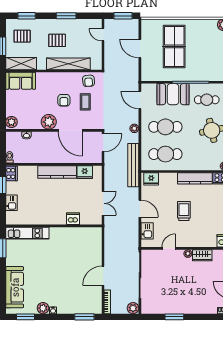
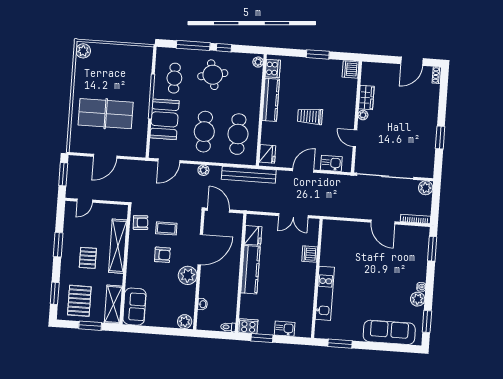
pallet: (22, 36) -> (79, 301), width x1.50, depth x1.42
double door: (103, 203) -> (293, 216), swing flipped
kitchen unit: (27, 233) -> (325, 293), moved

